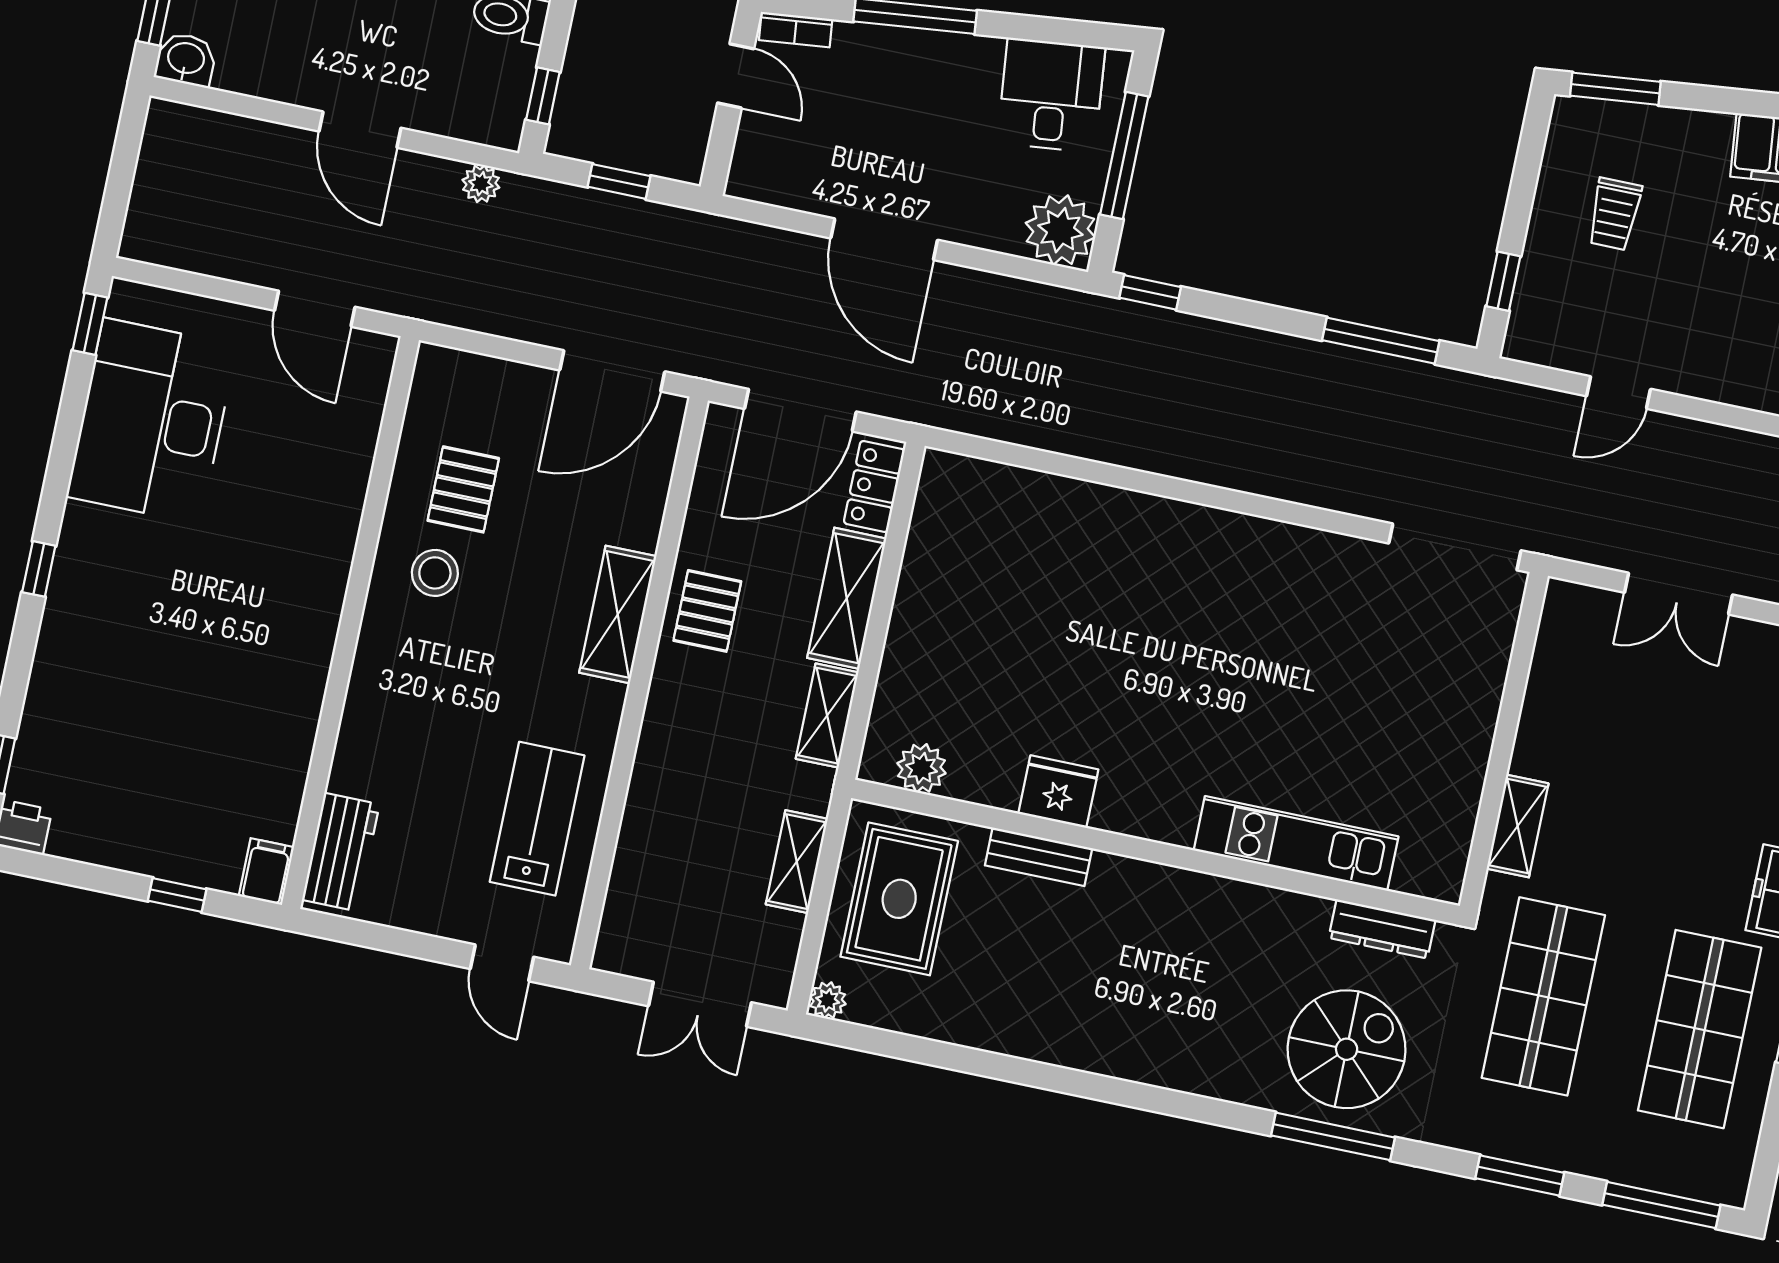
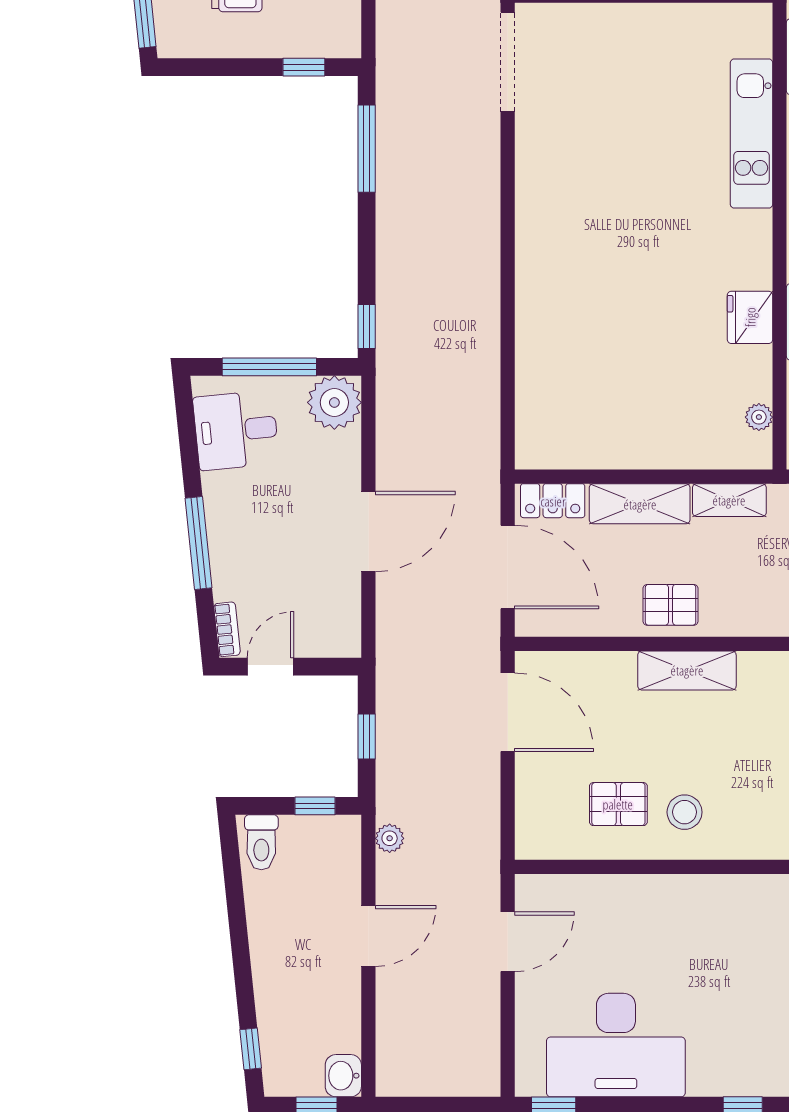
plant: (921, 768) -> (759, 417), width x0.73, depth x0.73

